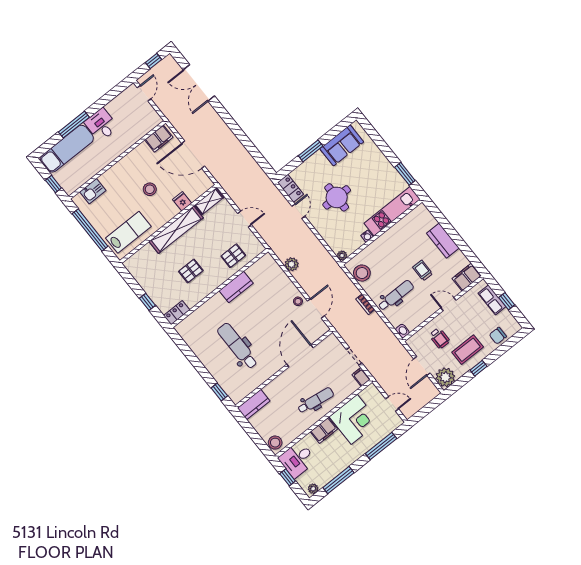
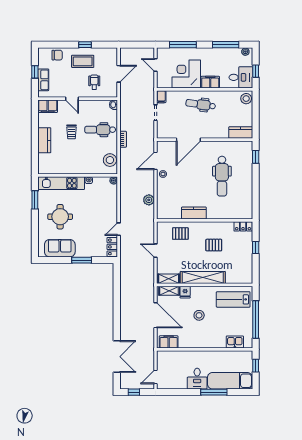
shelving: (199, 190) -> (169, 291), added
round table: (337, 197) -> (60, 217), moved
plant: (445, 377) -> (110, 55), removed

